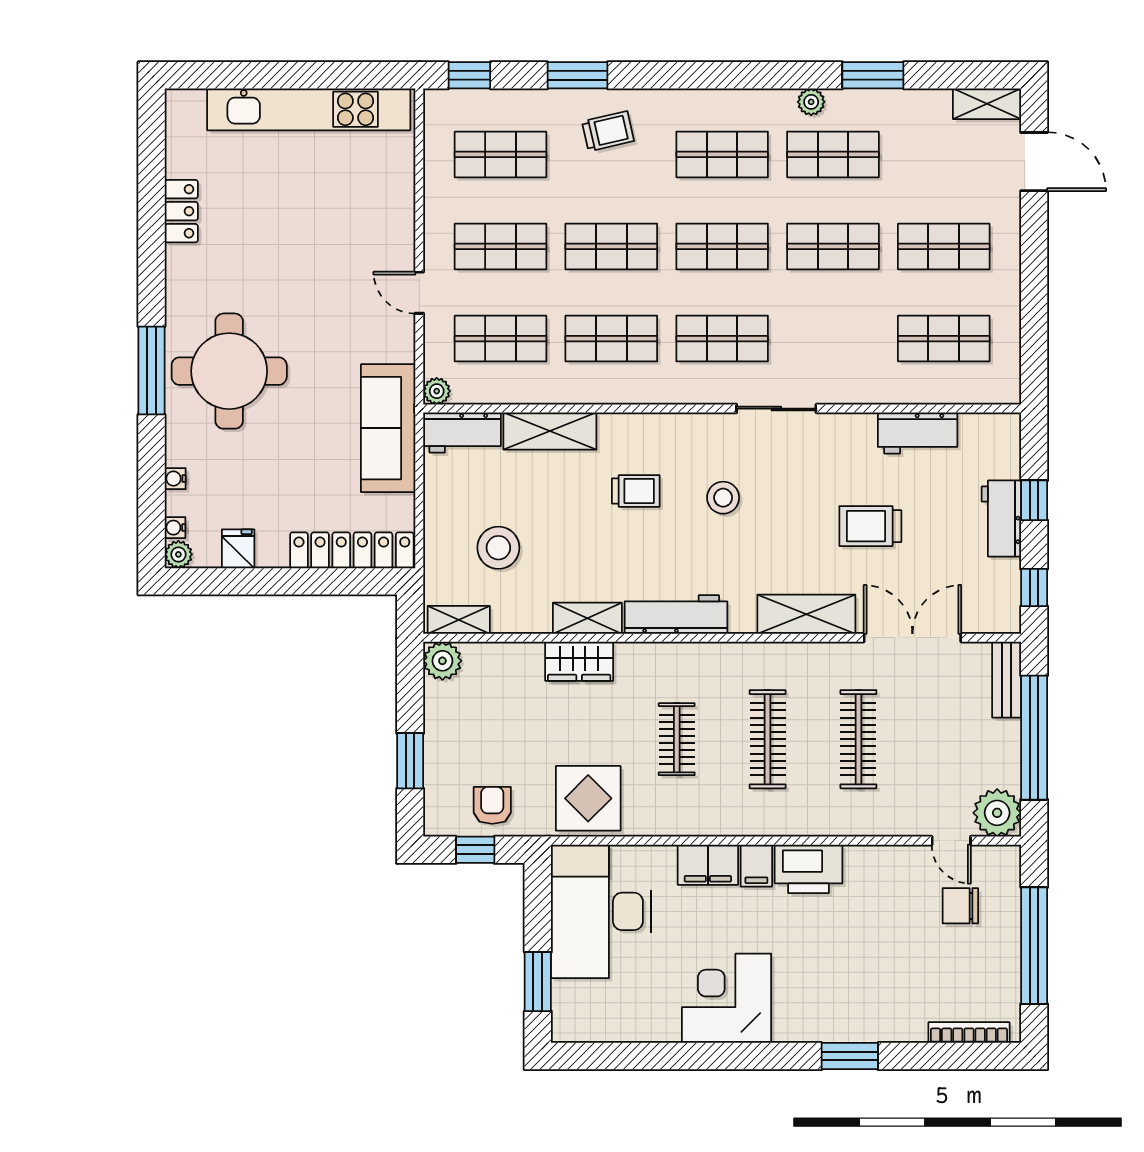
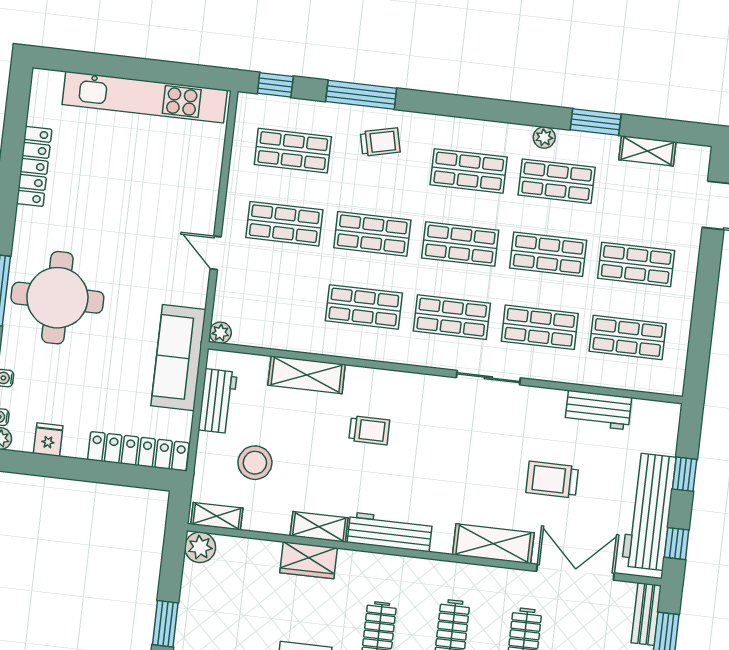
window: (577, 75) -> (361, 95), width x1.44
shelving: (987, 104) -> (647, 151), moved
locker: (181, 211) -> (34, 166), width x1.53
shop shelf: (501, 339) -> (540, 327), moved
workbench: (462, 432) -> (218, 401), moved, turned -90
stool: (723, 498) -> (438, 444), removed
workbench: (1001, 518) -> (649, 512), width x1.88, depth x1.32

